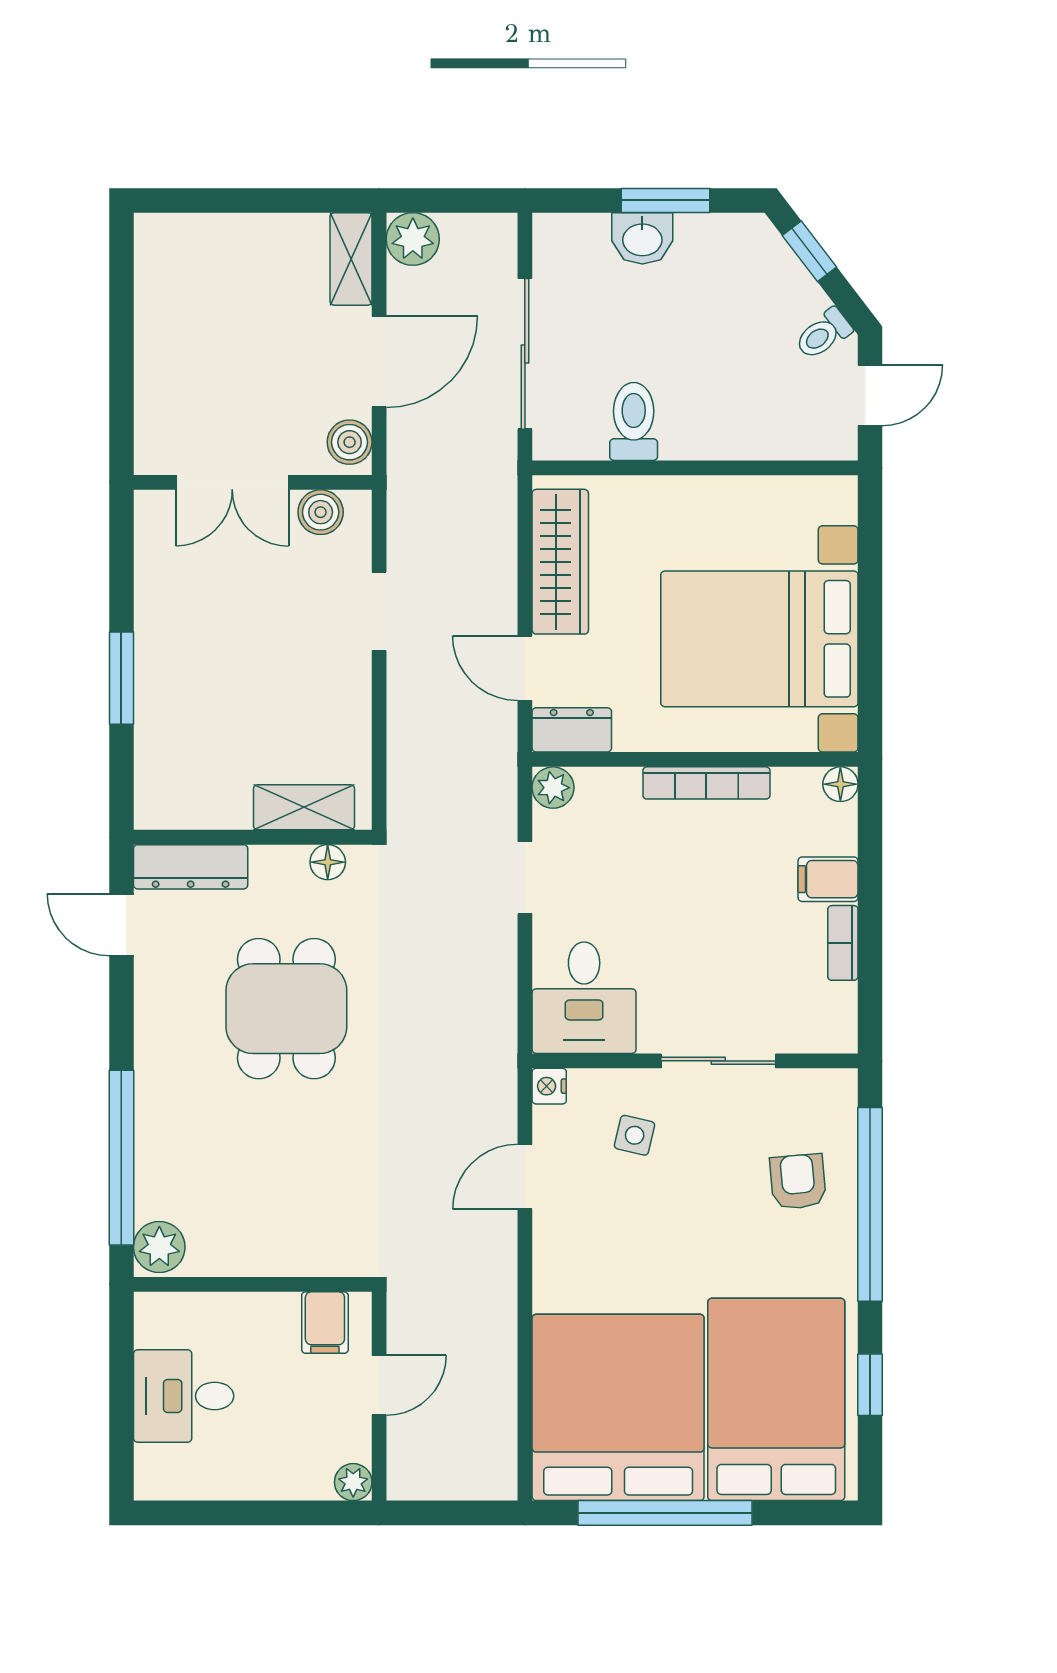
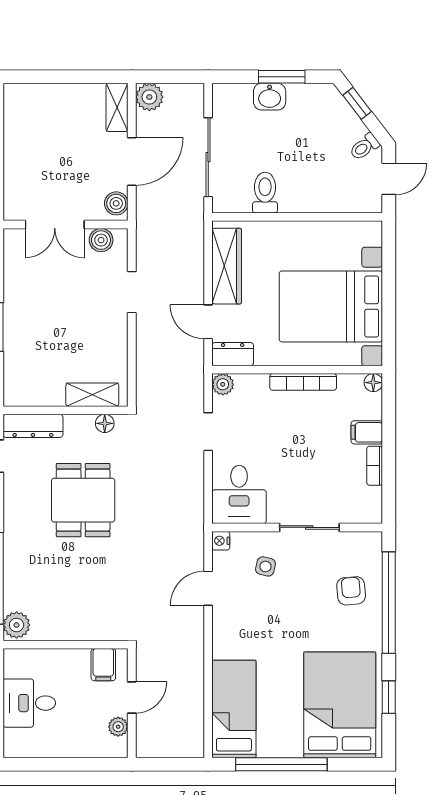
bed: (618, 1407) -> (234, 709), width x0.49
plant: (353, 1482) -> (118, 727), moved

